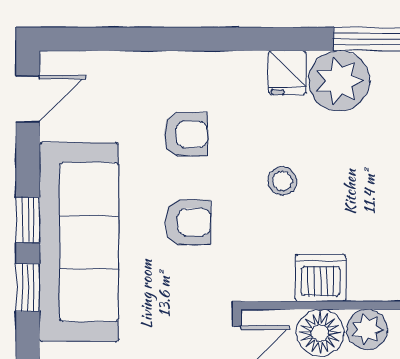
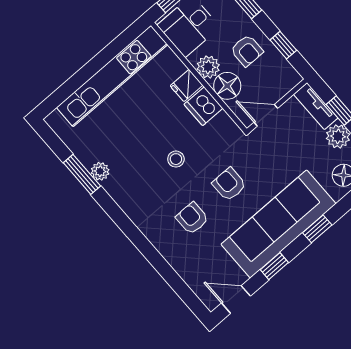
fridge: (287, 73) -> (187, 85), moved, turned 180
plant: (339, 81) -> (100, 171), width x0.53, depth x0.53
window: (28, 220) -> (274, 266), moved

